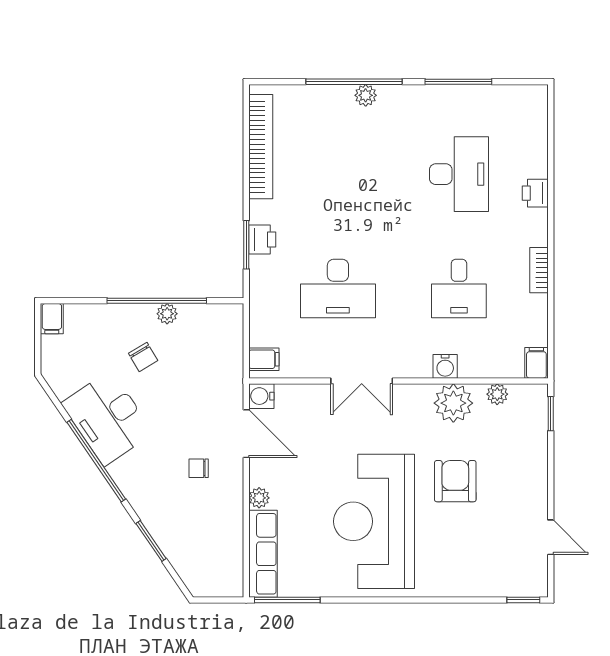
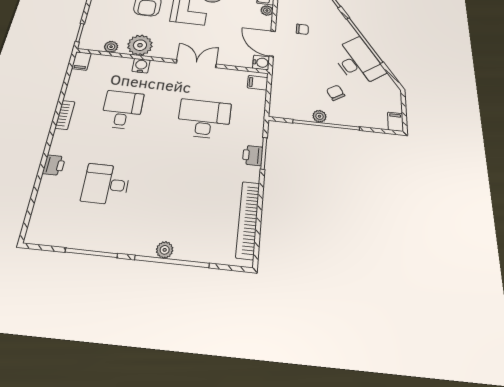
desk: (459, 174) -> (106, 184), width x0.73

